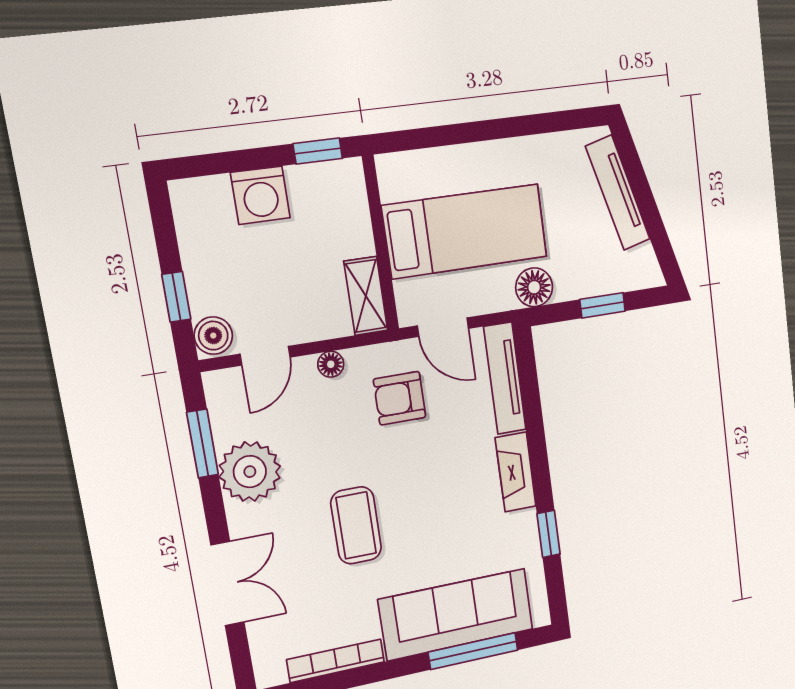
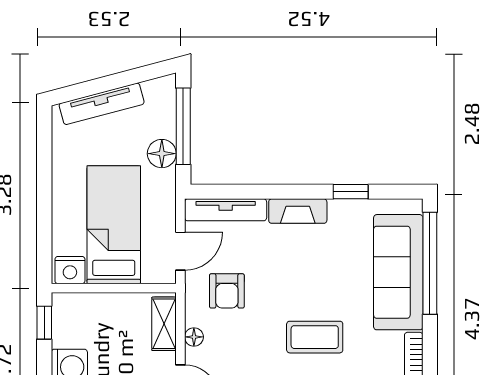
nightstand: (396, 179) -> (70, 270), added
floor lamp: (534, 287) -> (162, 154), moved
shelving: (366, 296) -> (164, 324), moved, turned 90
window: (603, 305) -> (183, 126), width x2.17
window: (473, 651) -> (430, 263), width x1.46

